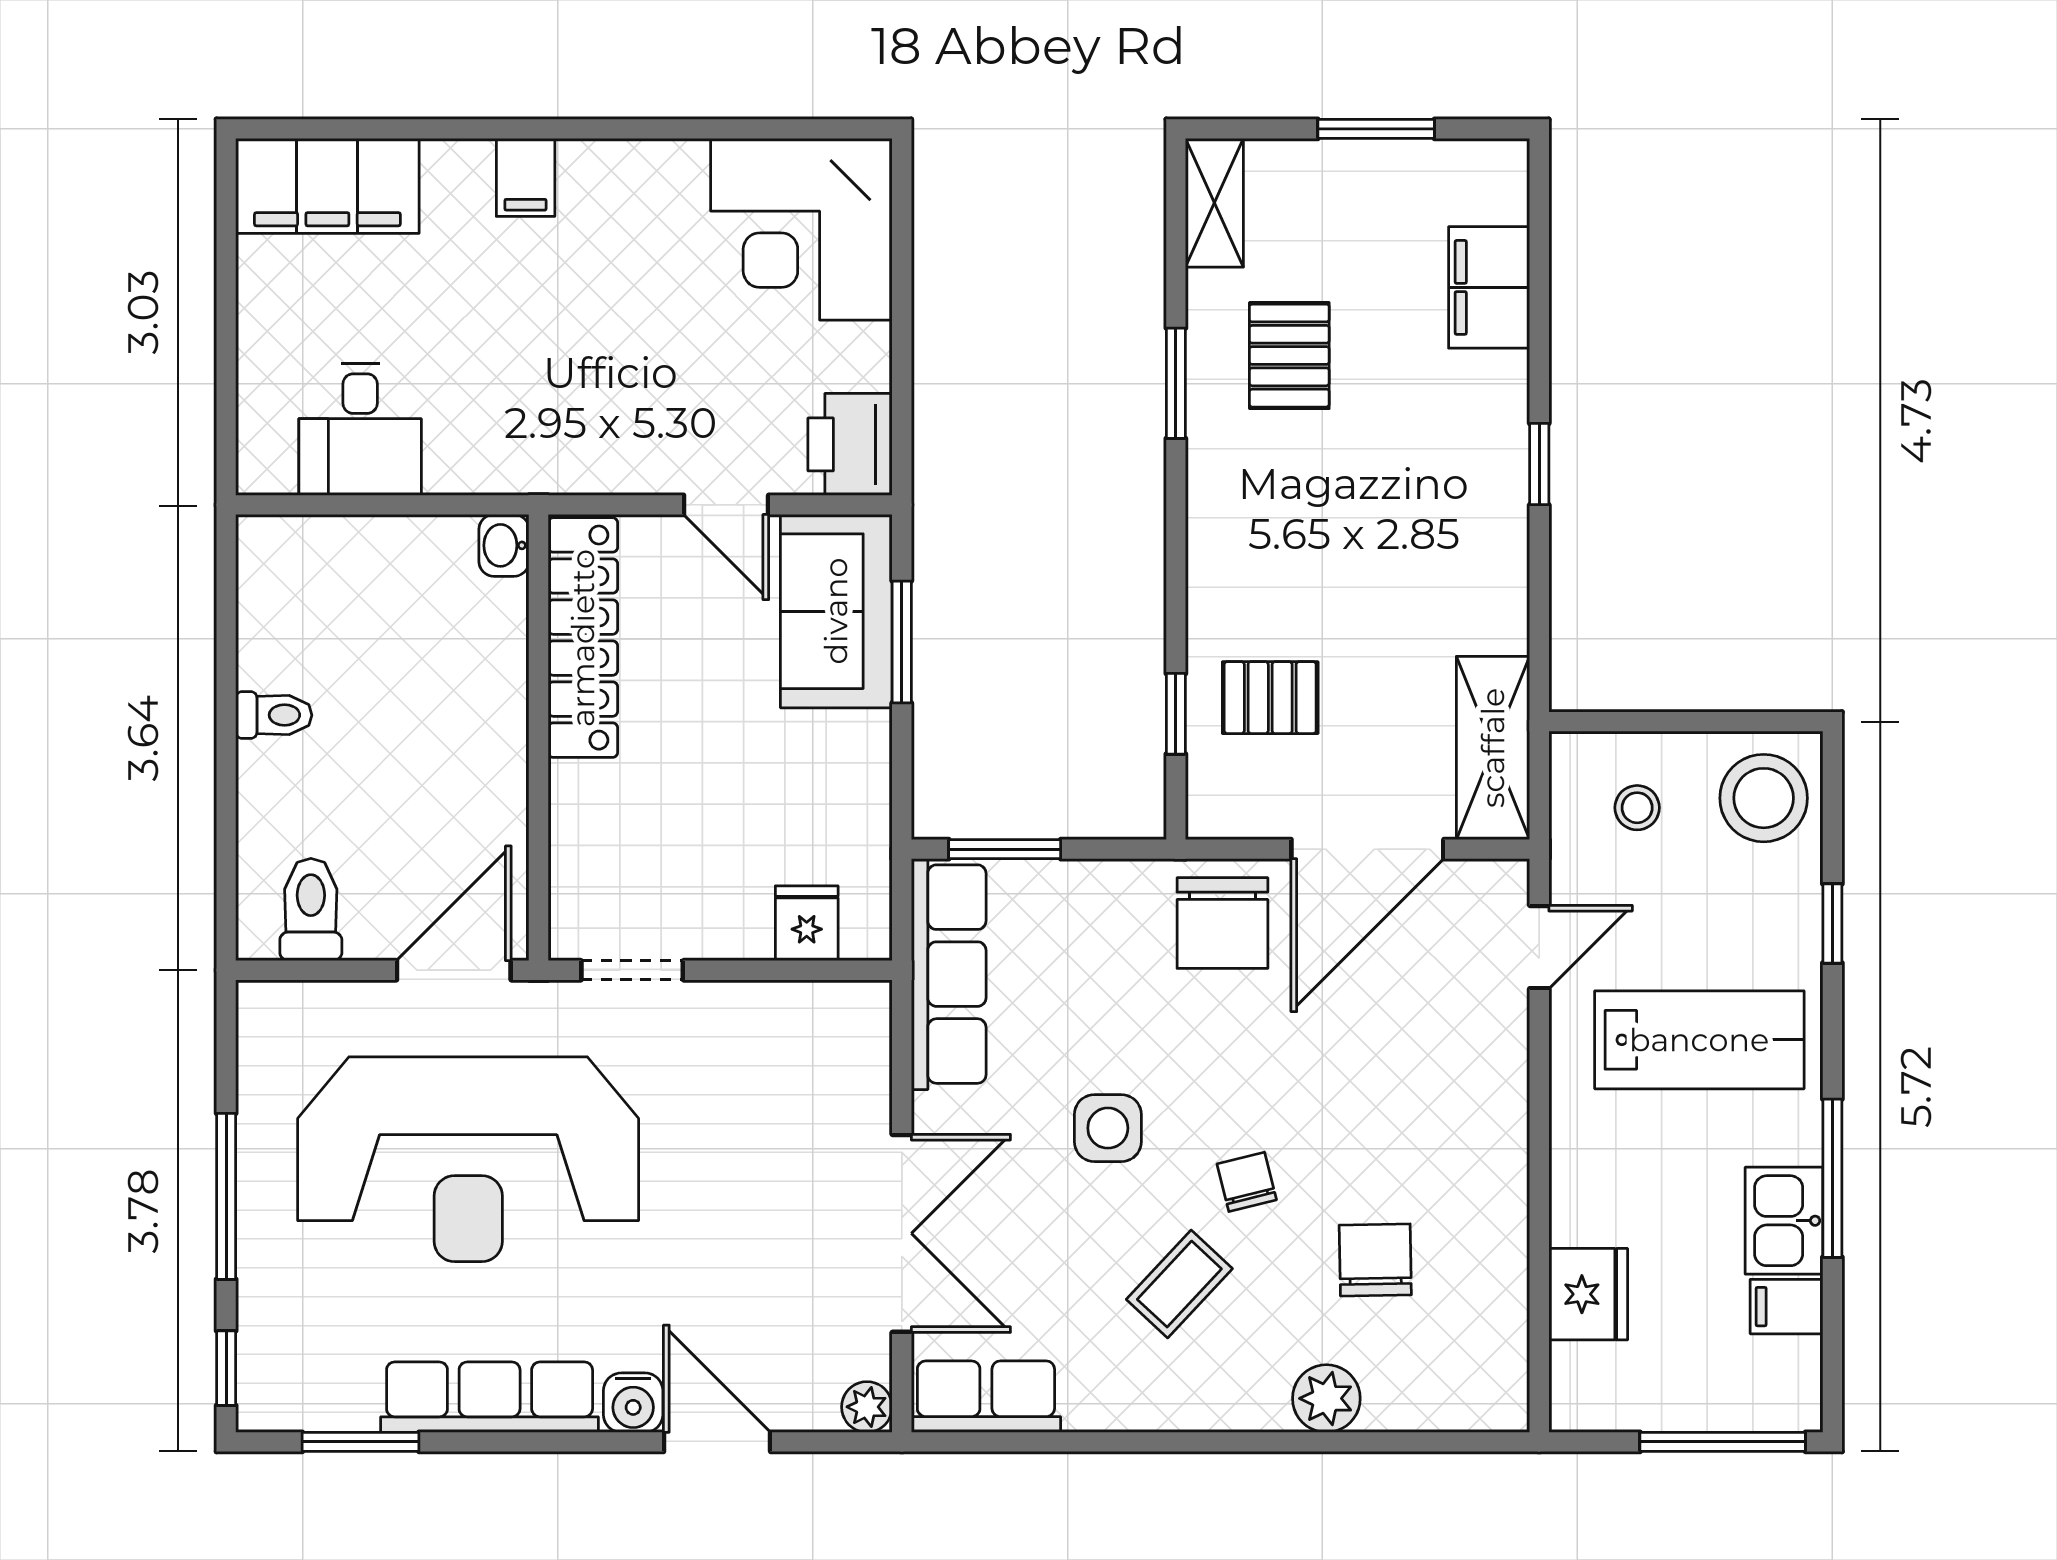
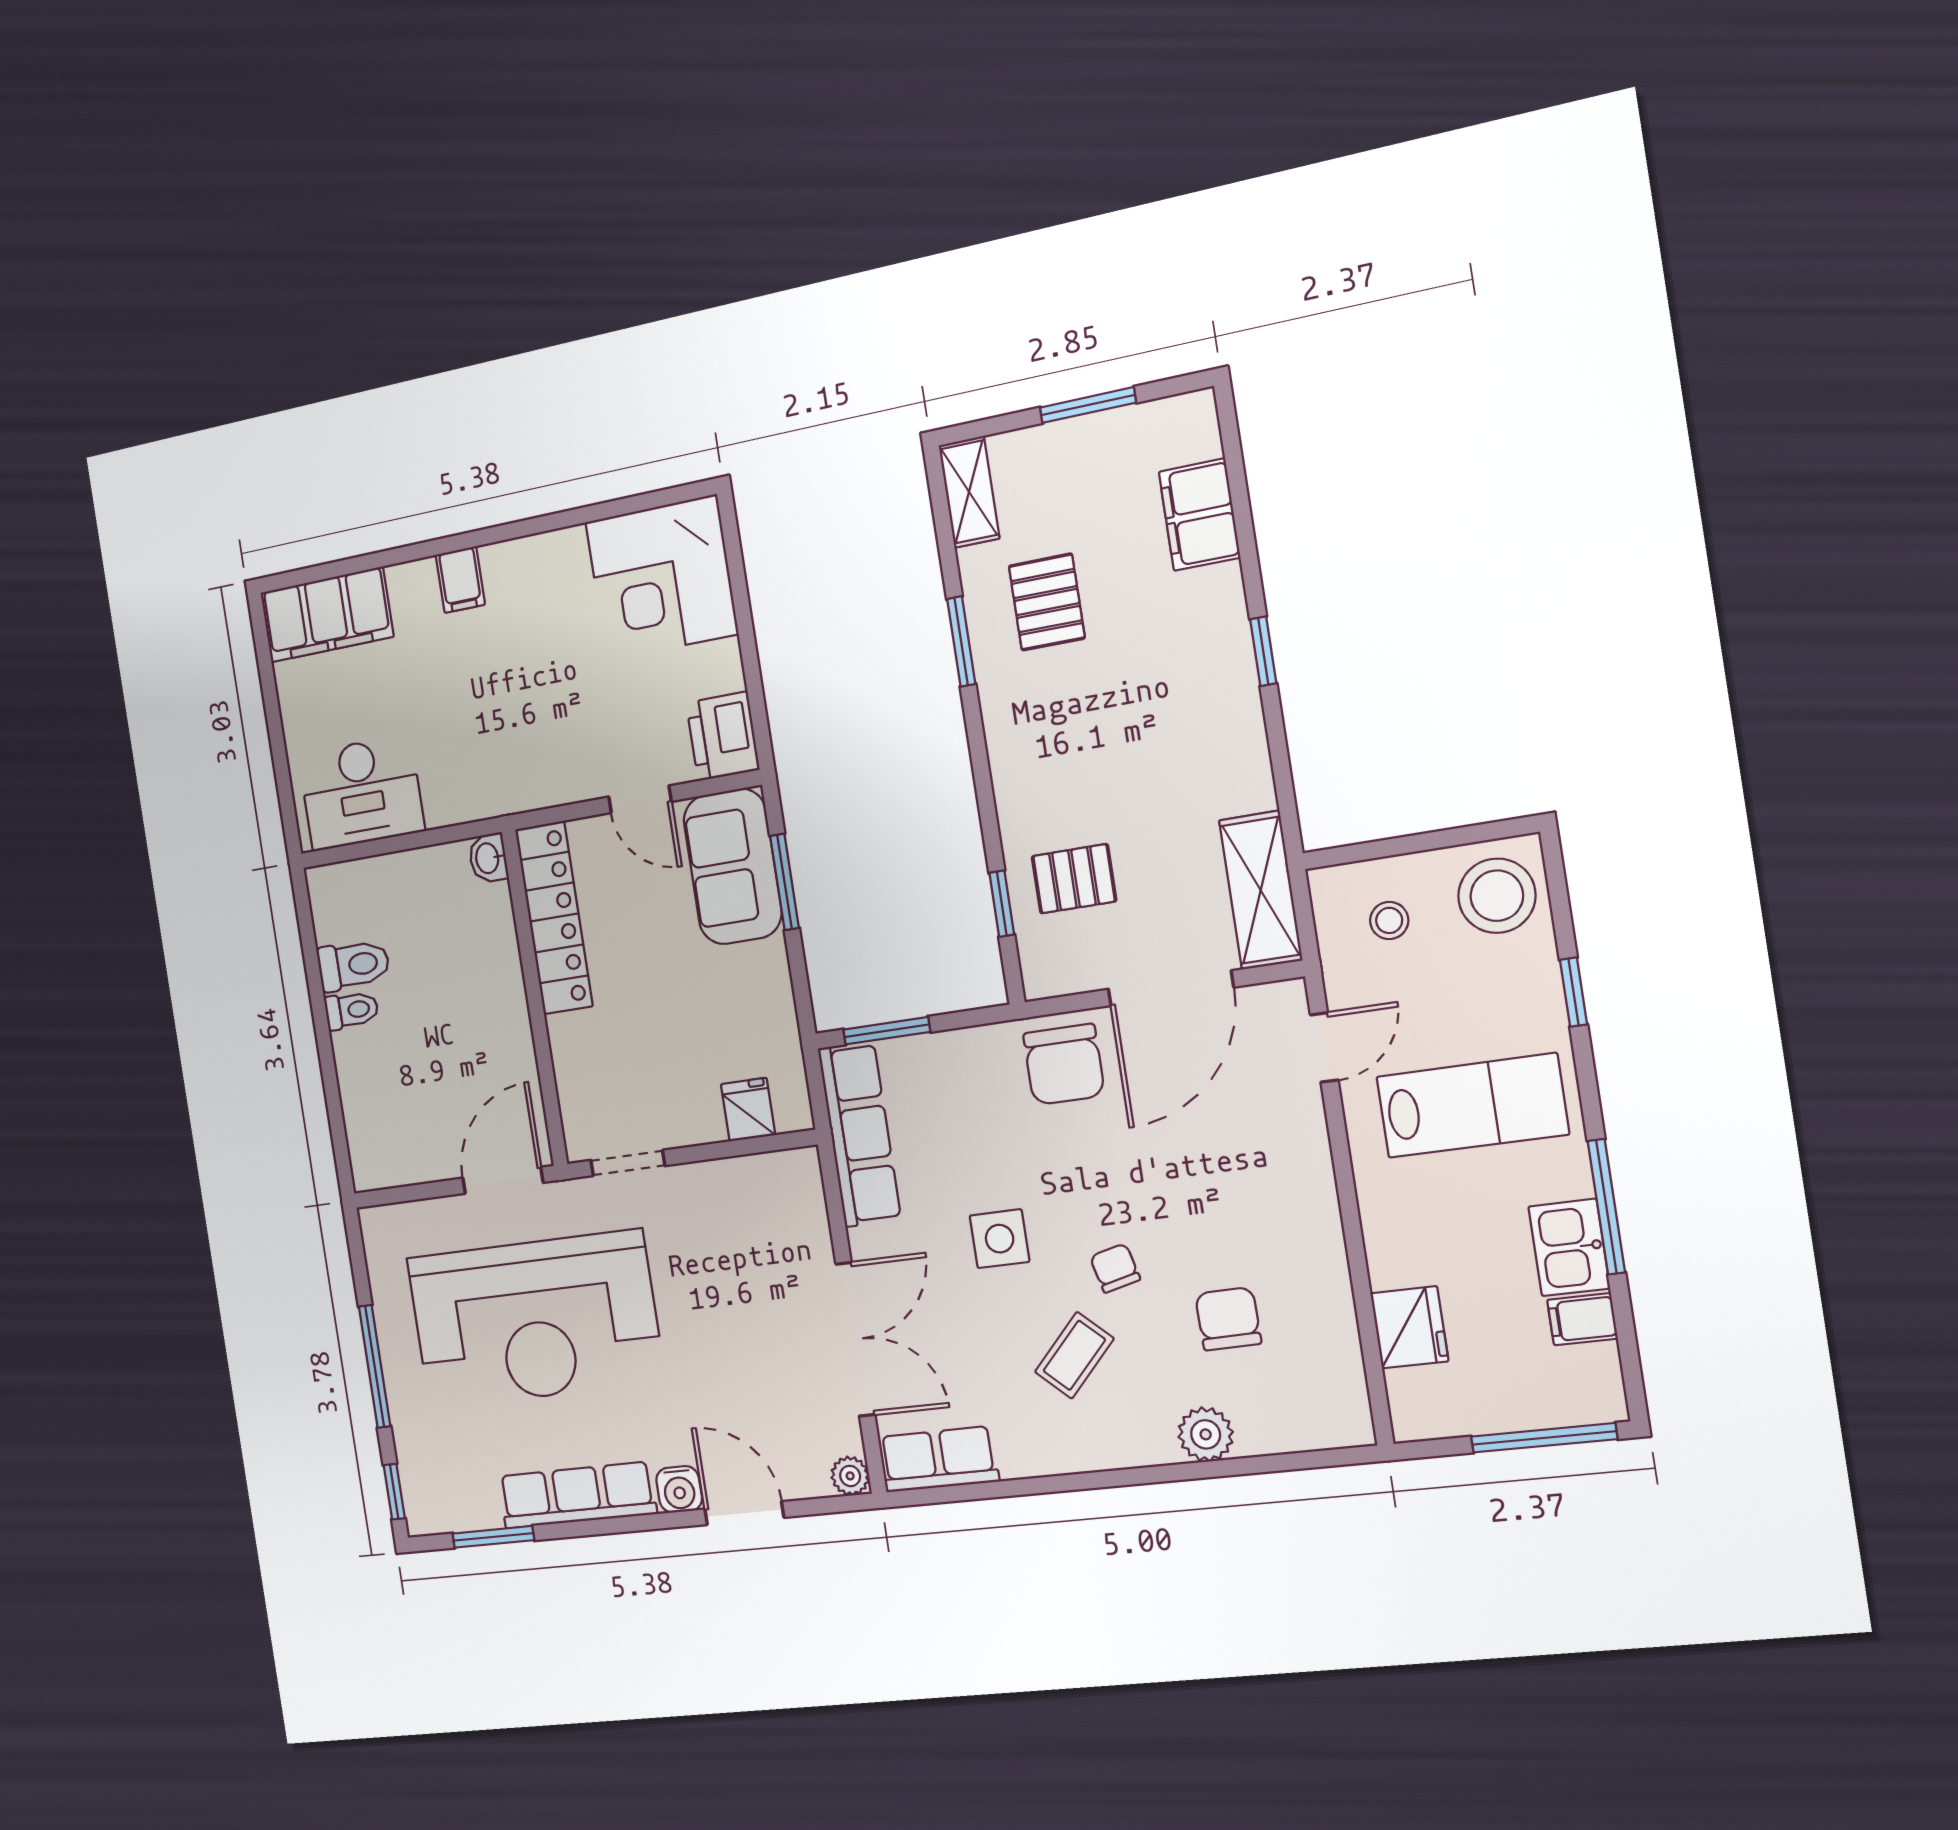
desk: (360, 429) -> (361, 793), width x1.37
toilet: (311, 909) -> (353, 965), moved, turned 90

